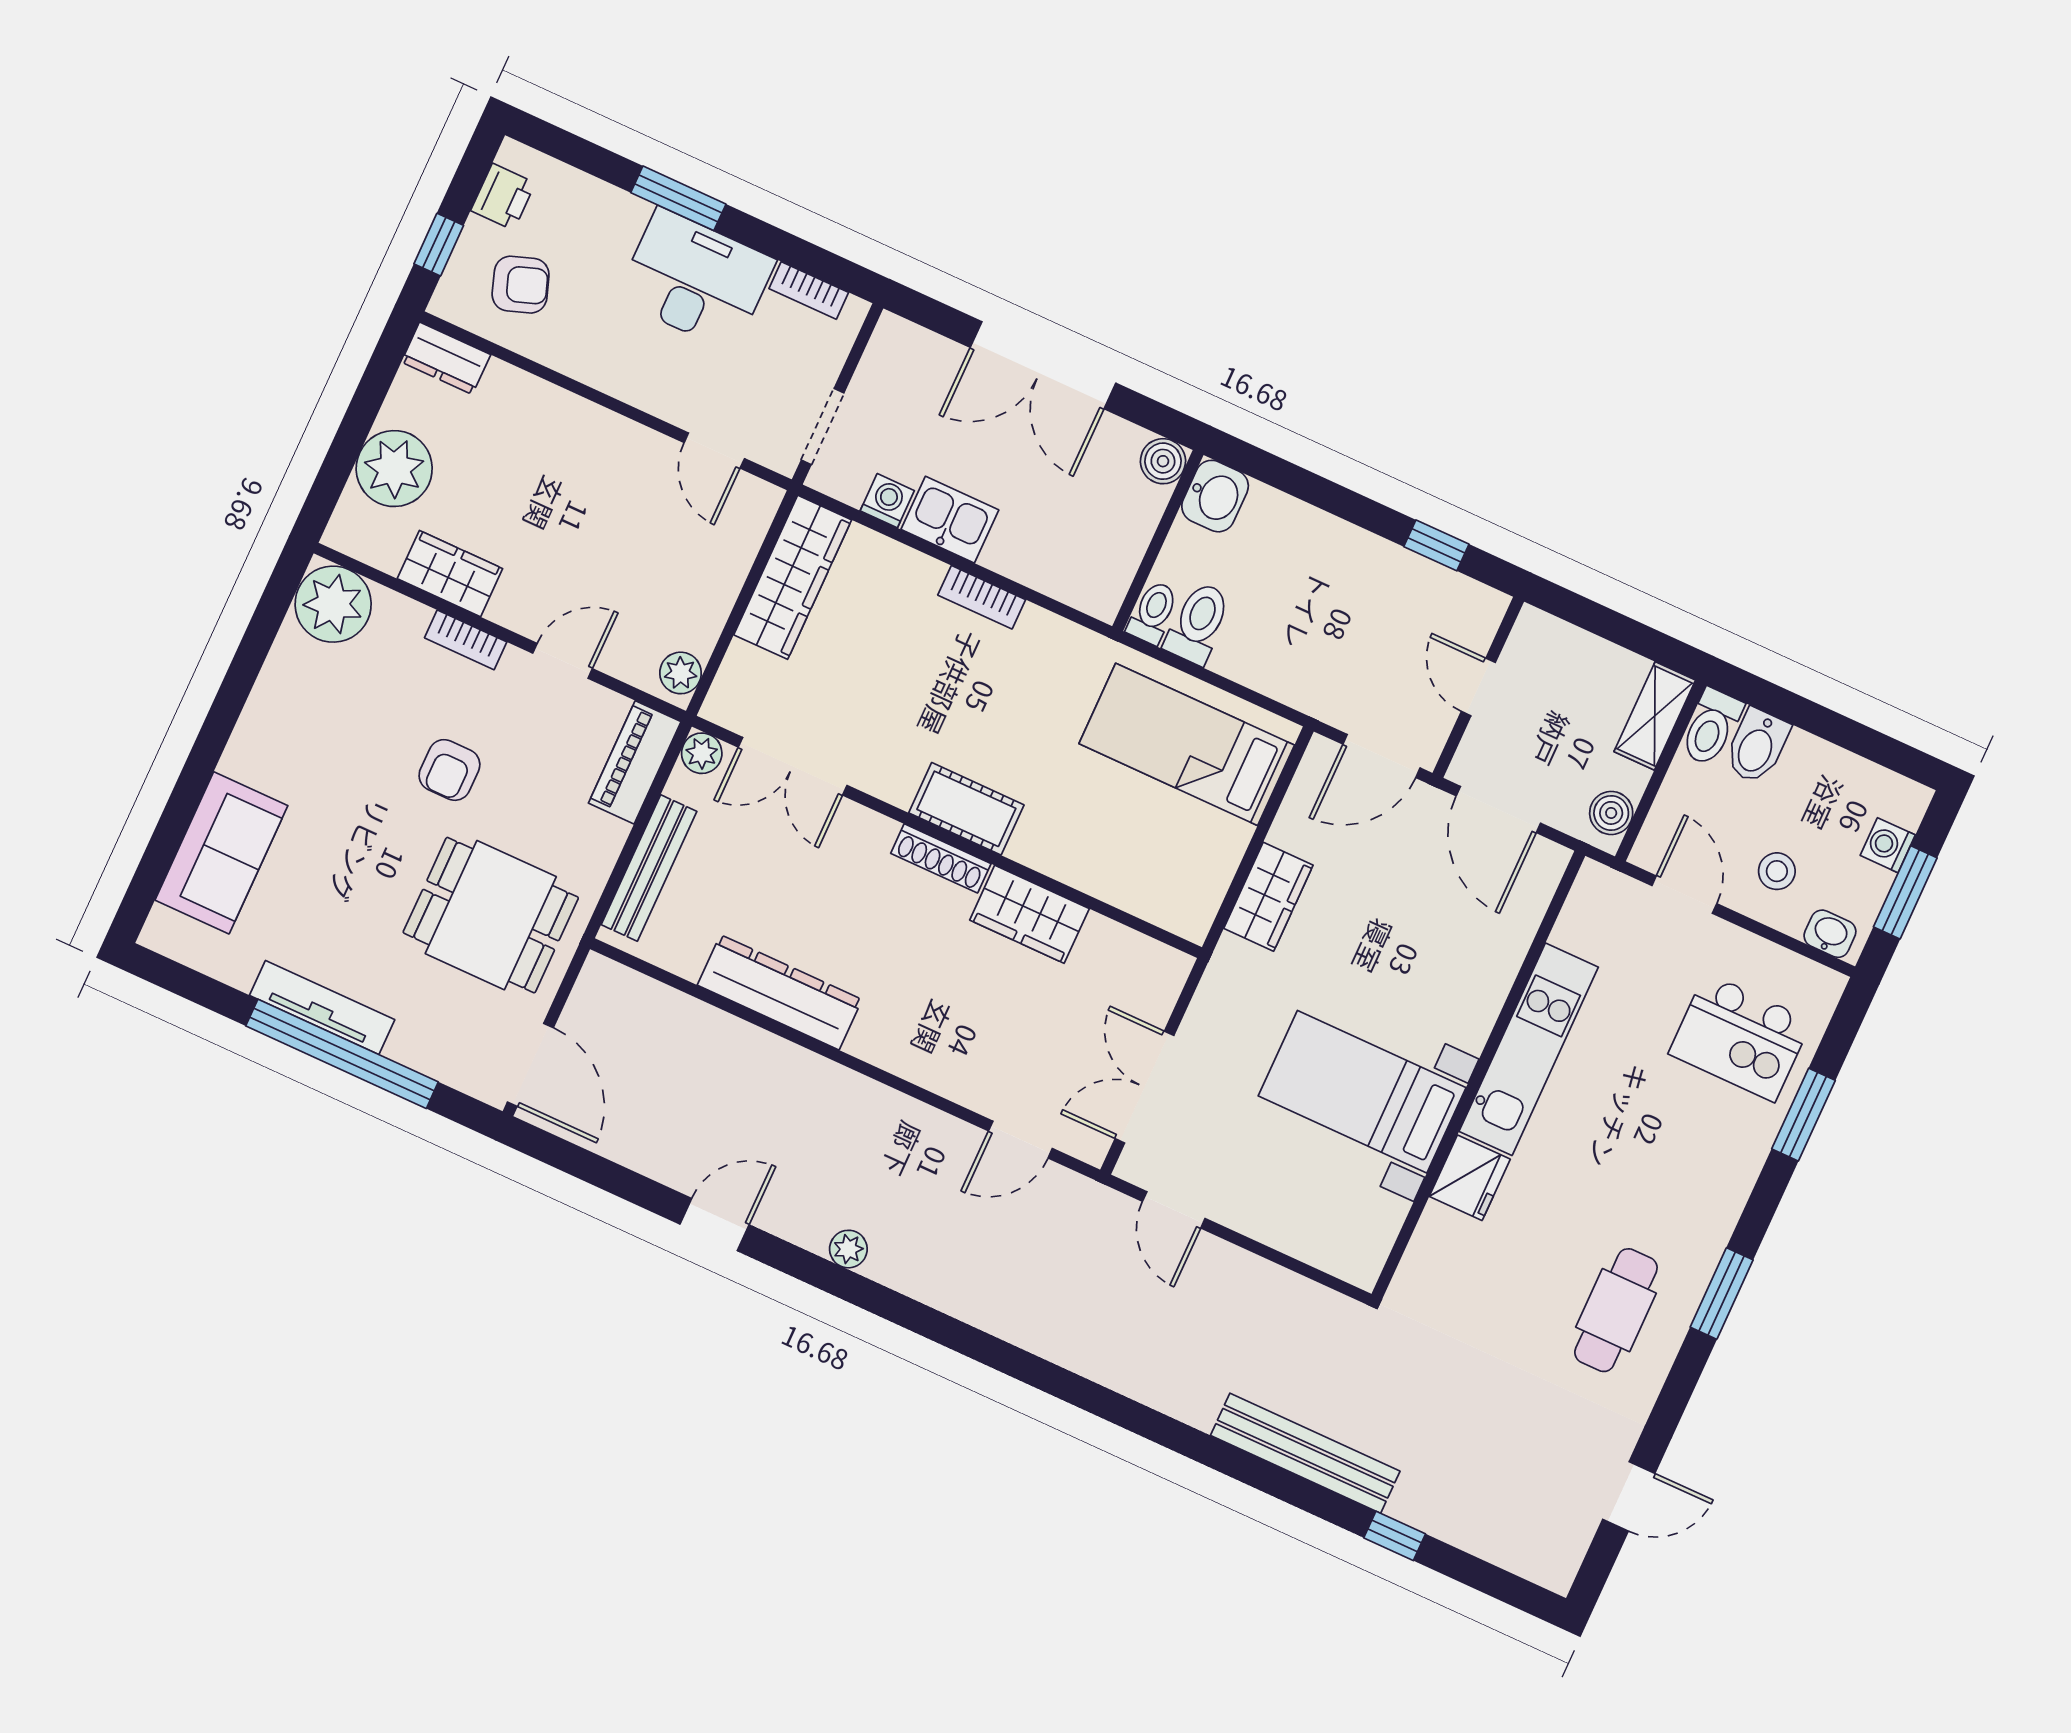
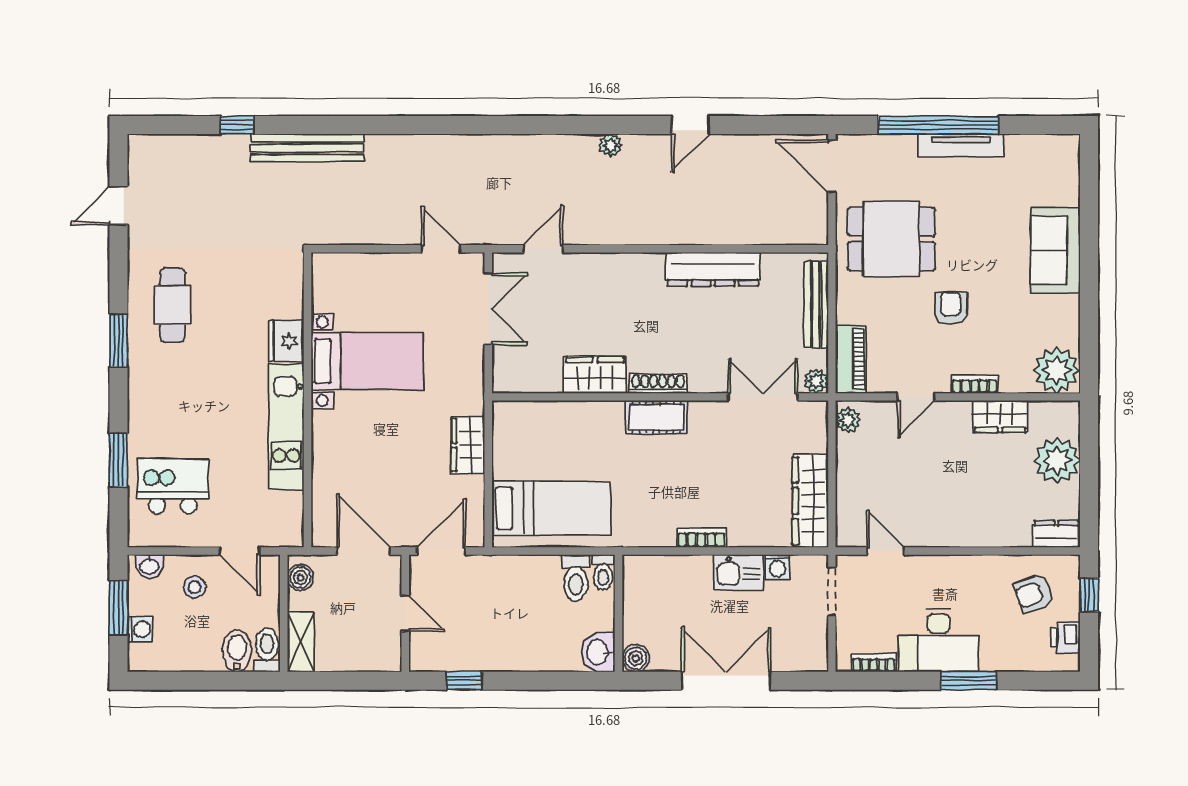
sofa: (221, 853) -> (1055, 250), moved

